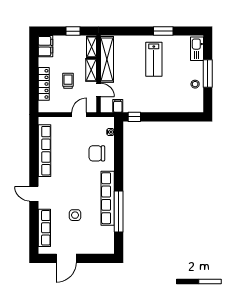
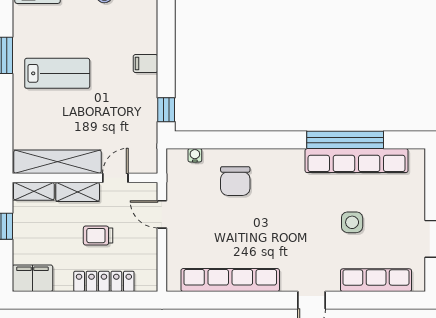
filing cabinet: (118, 106) -> (146, 64), moved
row of seats: (108, 198) -> (357, 161), moved

